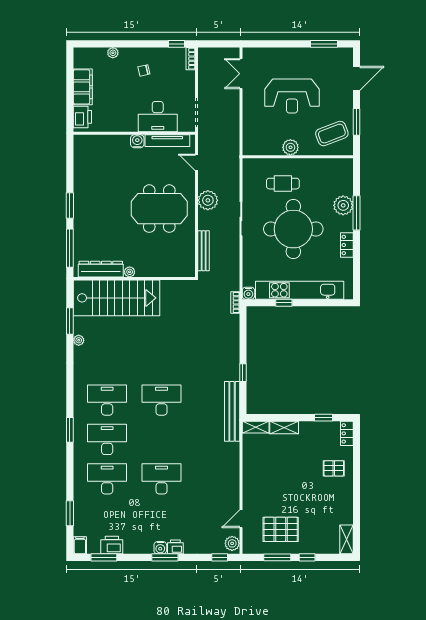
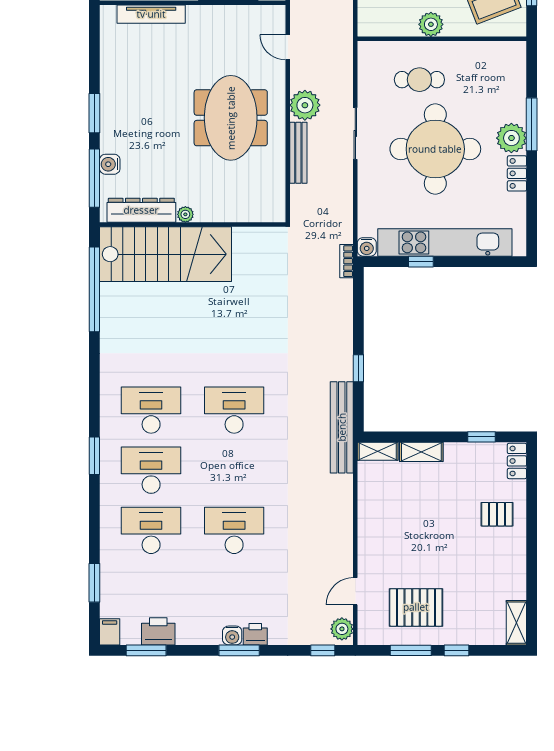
water cooler: (137, 141) -> (110, 164), moved, turned -90
tv unit: (167, 141) -> (151, 14), moved
plant: (343, 205) -> (511, 138), moved
meeting table: (159, 209) -> (231, 118), turned 90
bench: (204, 251) -> (298, 153), moved
window: (70, 321) -> (94, 289), width x2.11
plant: (79, 340) -> (108, 319), removed

